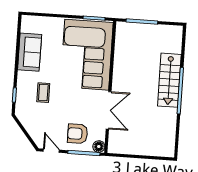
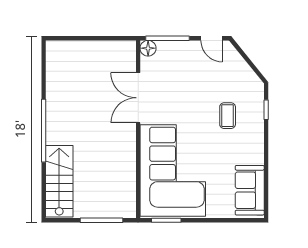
sofa: (30, 52) -> (250, 190), moved
stairs: (169, 80) -> (59, 181), moved
armchair: (78, 134) -> (178, 63), removed

